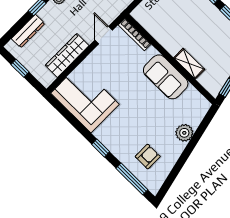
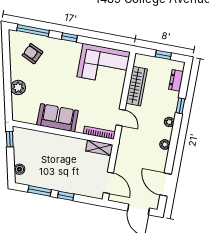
dresser: (28, 31) -> (176, 80), width x0.70
shelving: (189, 64) -> (99, 148), moved
armchair: (148, 157) -> (32, 54), turned 115

